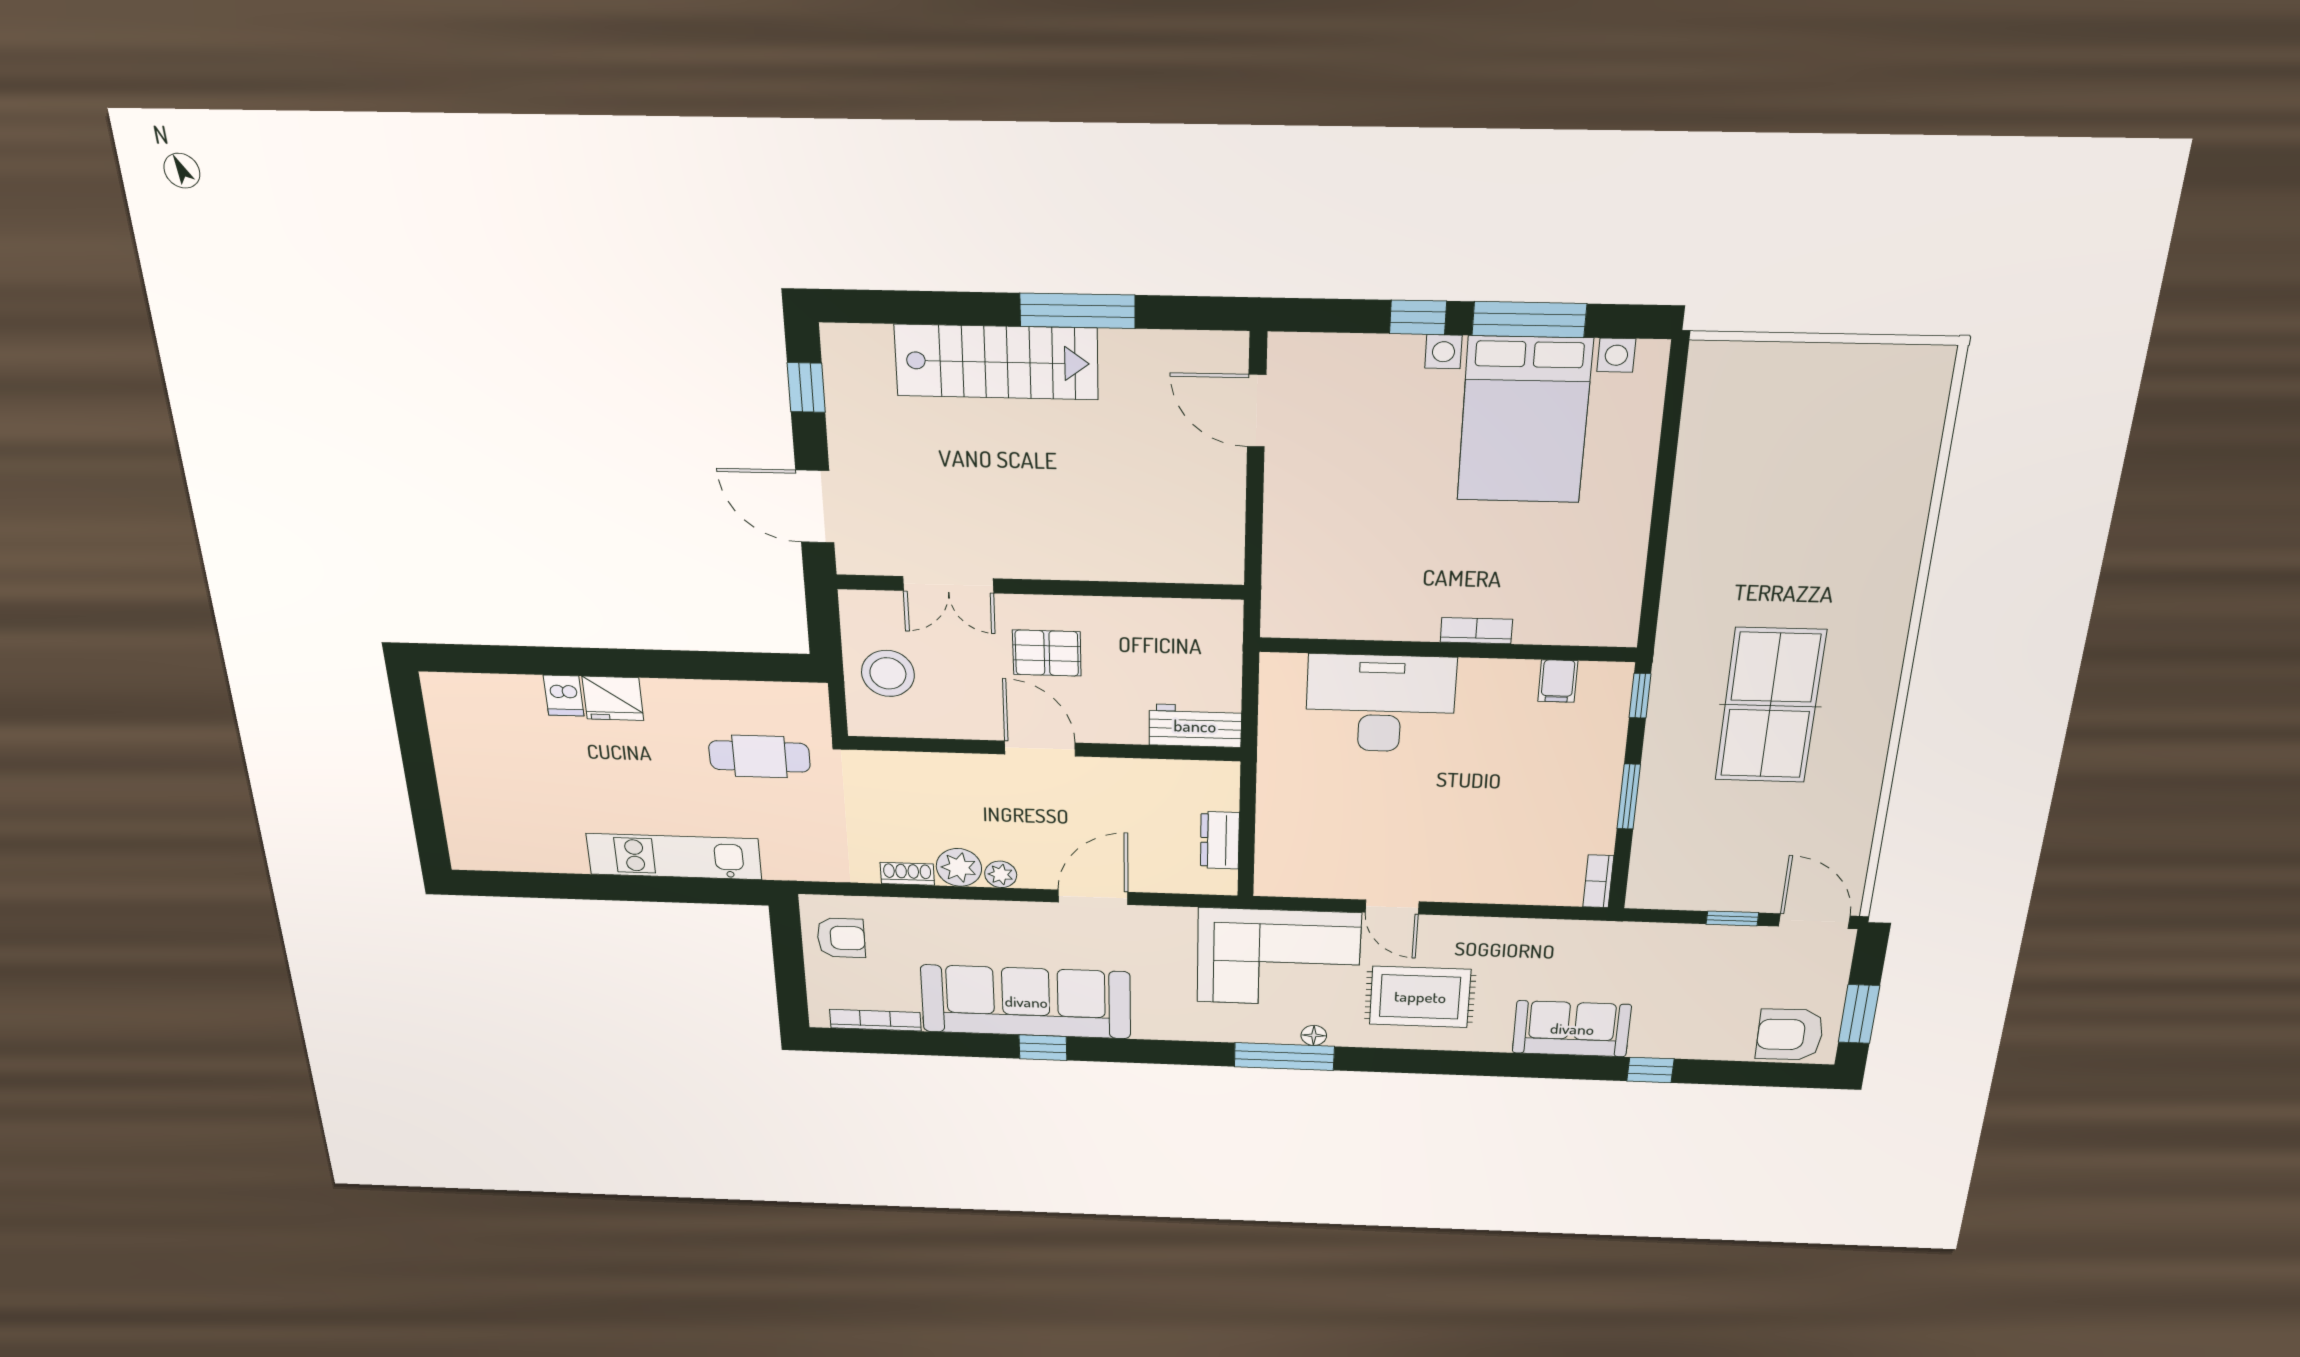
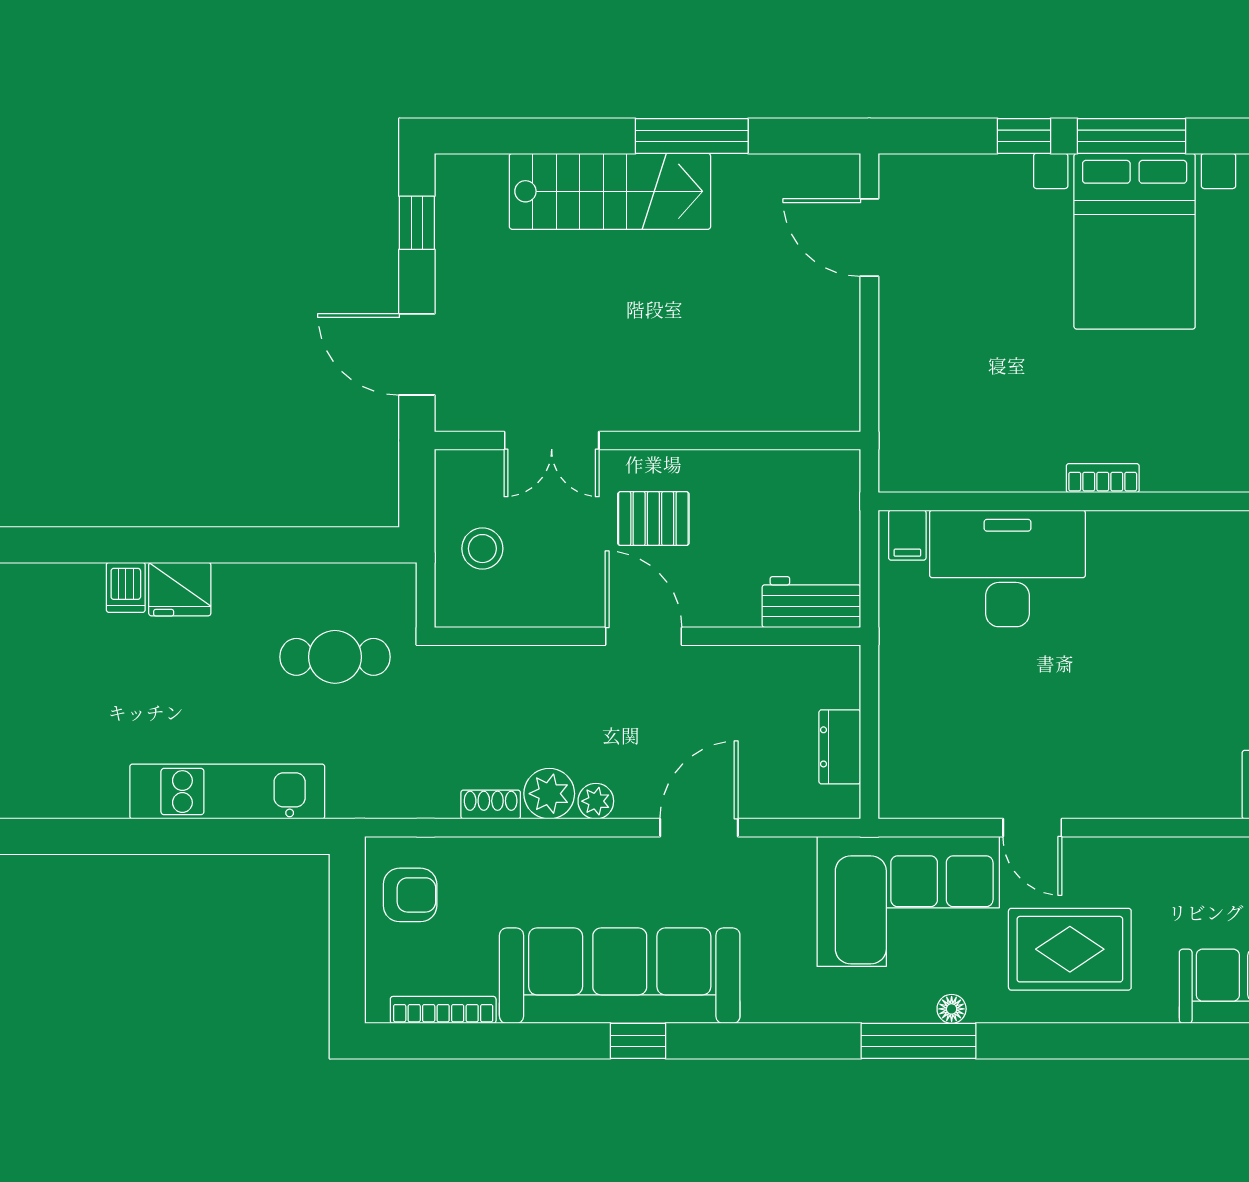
stool: (888, 673) -> (482, 549), width x0.73, depth x0.73
filing cabinet: (1558, 681) -> (907, 535), moved

